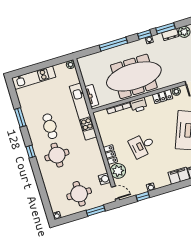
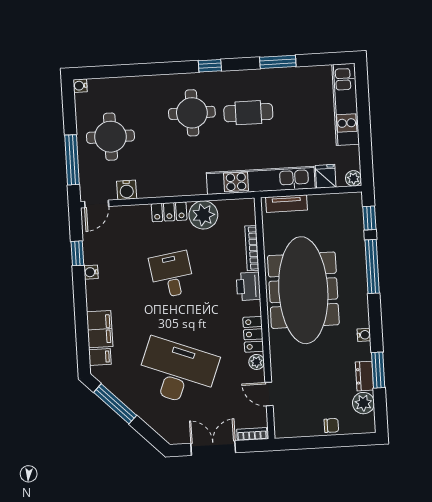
window: (145, 35) -> (369, 218), moved
fridge: (73, 79) -> (326, 176), added
plant: (118, 171) -> (203, 215), moved
window: (96, 211) -> (72, 160), width x1.44

